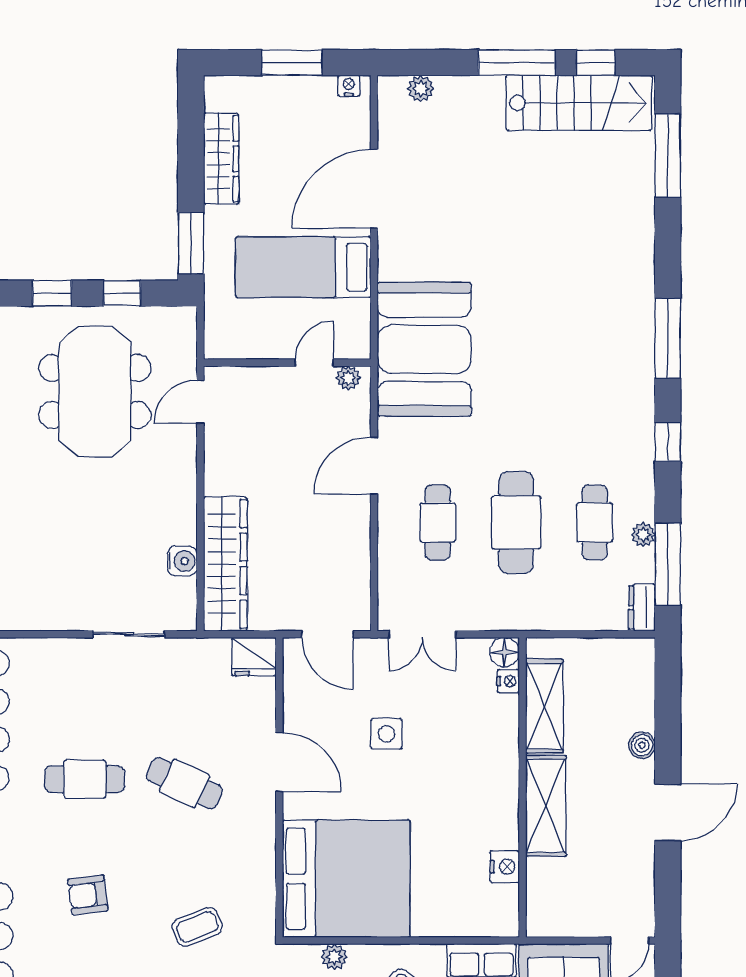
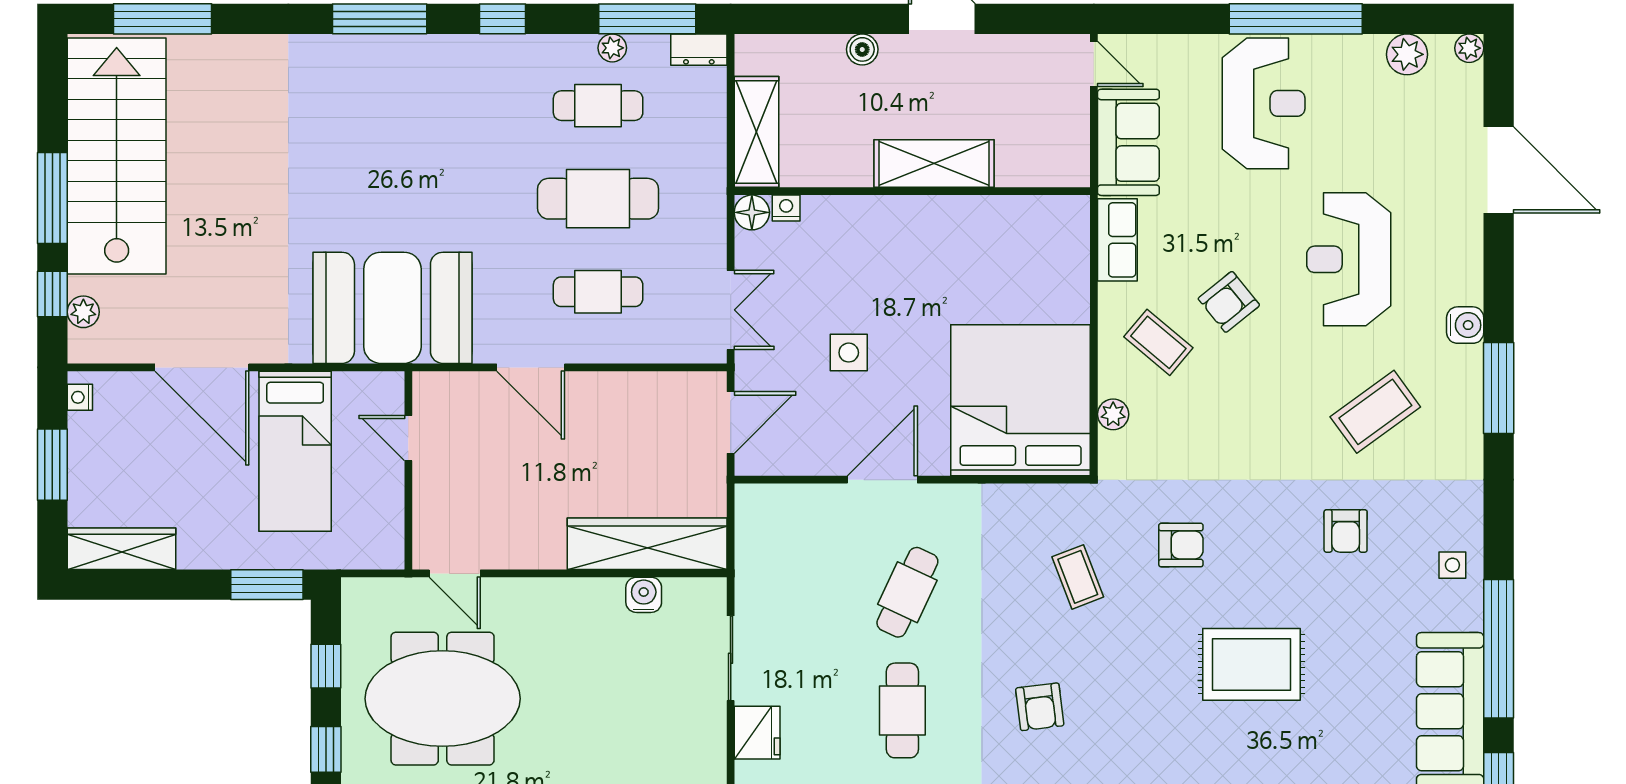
window: (596, 63) -> (52, 294), moved
stairs: (579, 103) -> (117, 156), width x1.36, depth x1.51
wardrobe: (221, 159) -> (122, 549), moved
plant: (348, 378) -> (426, 398), removed
fridge: (254, 657) -> (757, 733), moved
shelving: (544, 706) -> (757, 132), moved, turned 90
nightstand: (505, 867) -> (1006, 212), removed

